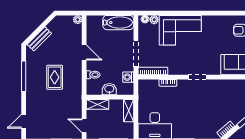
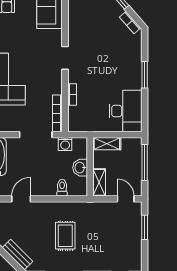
door: (84, 52) -> (21, 199), moved
rug: (55, 77) -> (65, 236), turned 90
door: (84, 126) -> (126, 199), swing flipped

